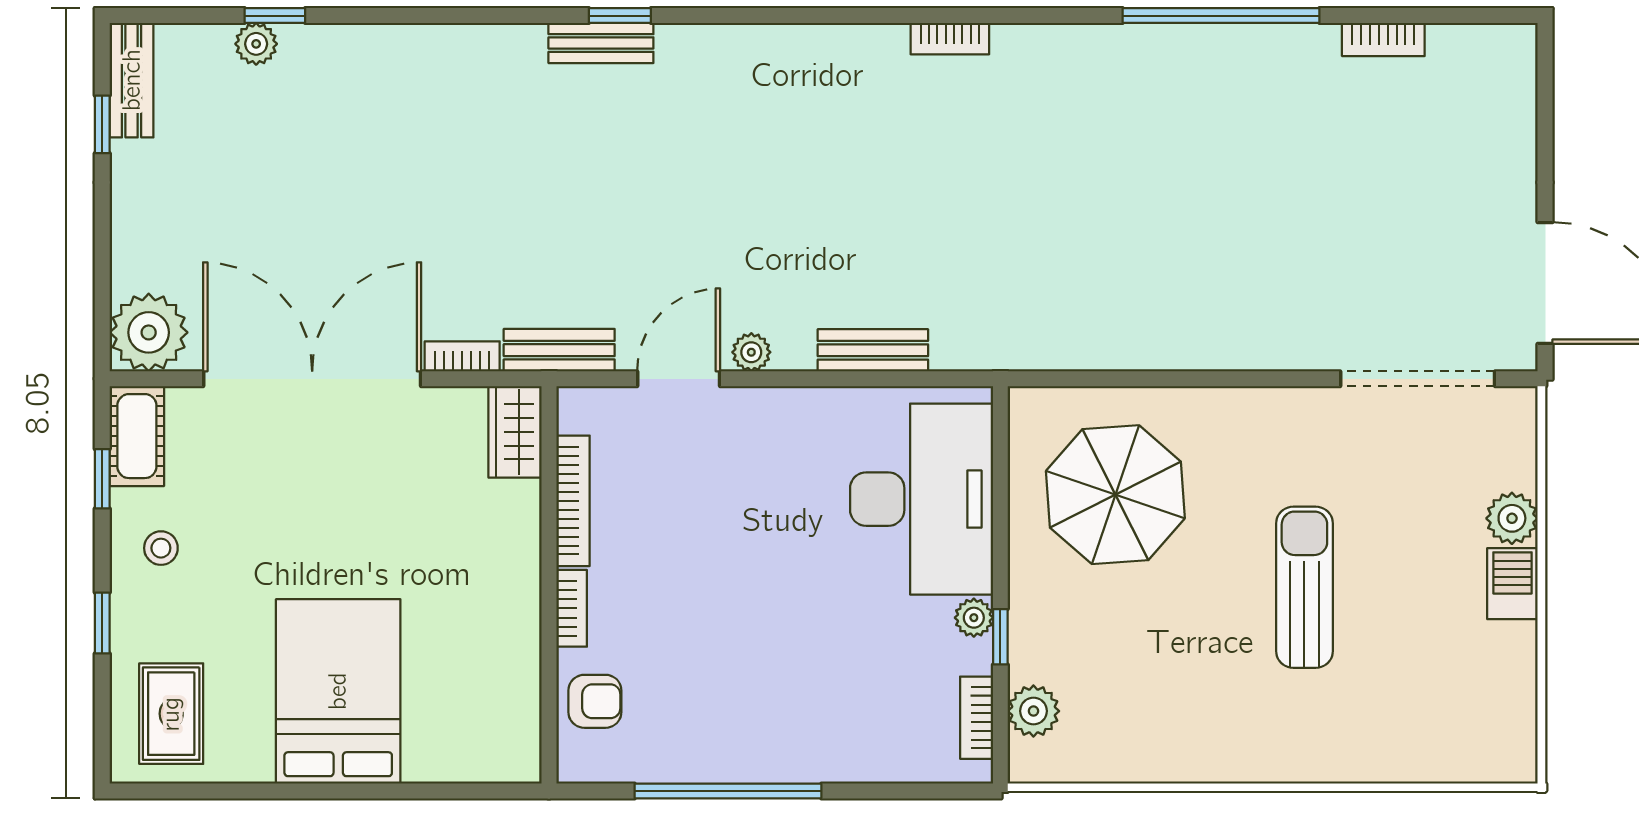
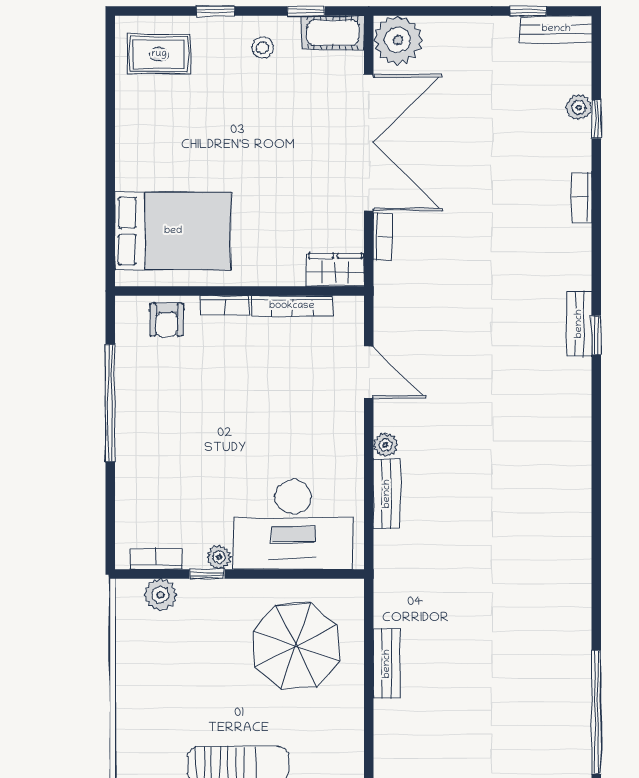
bookcase: (950, 39) -> (582, 197), moved
bench: (559, 350) -> (387, 664), moved
plant: (751, 352) -> (385, 445), moved
bed: (338, 691) -> (173, 231), moved

